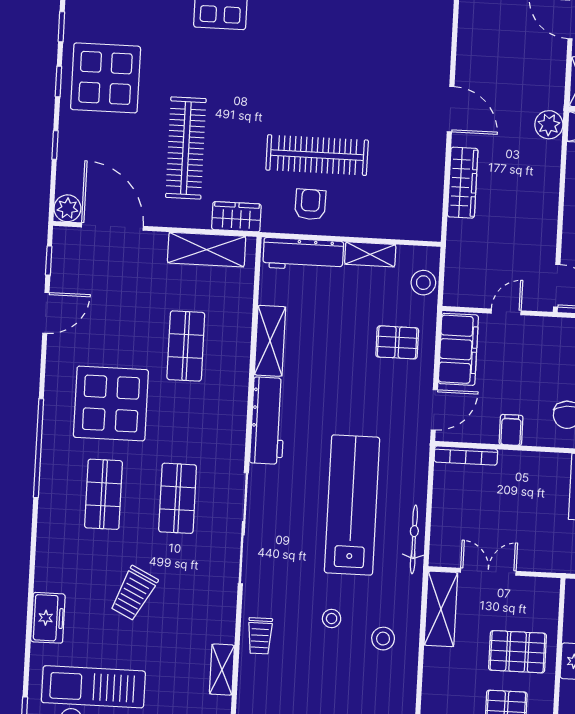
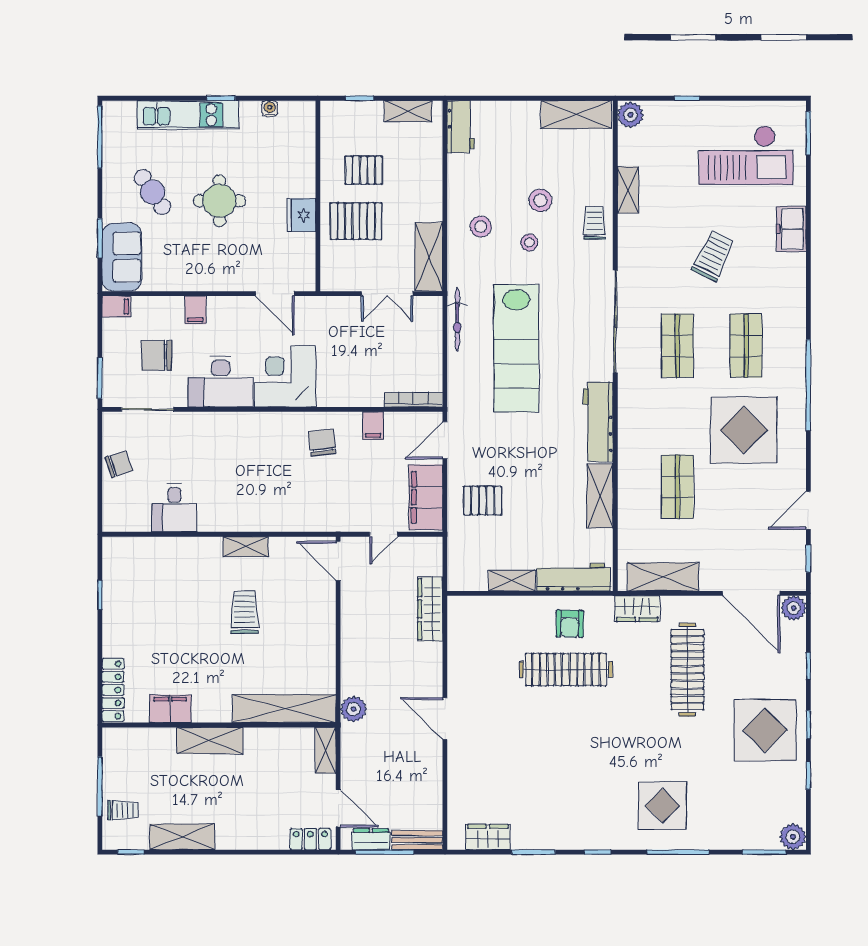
wardrobe: (463, 183) -> (430, 609), moved
stool: (423, 283) -> (540, 200), moved

